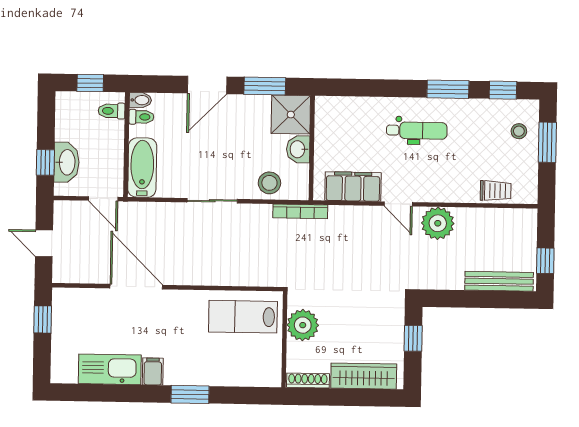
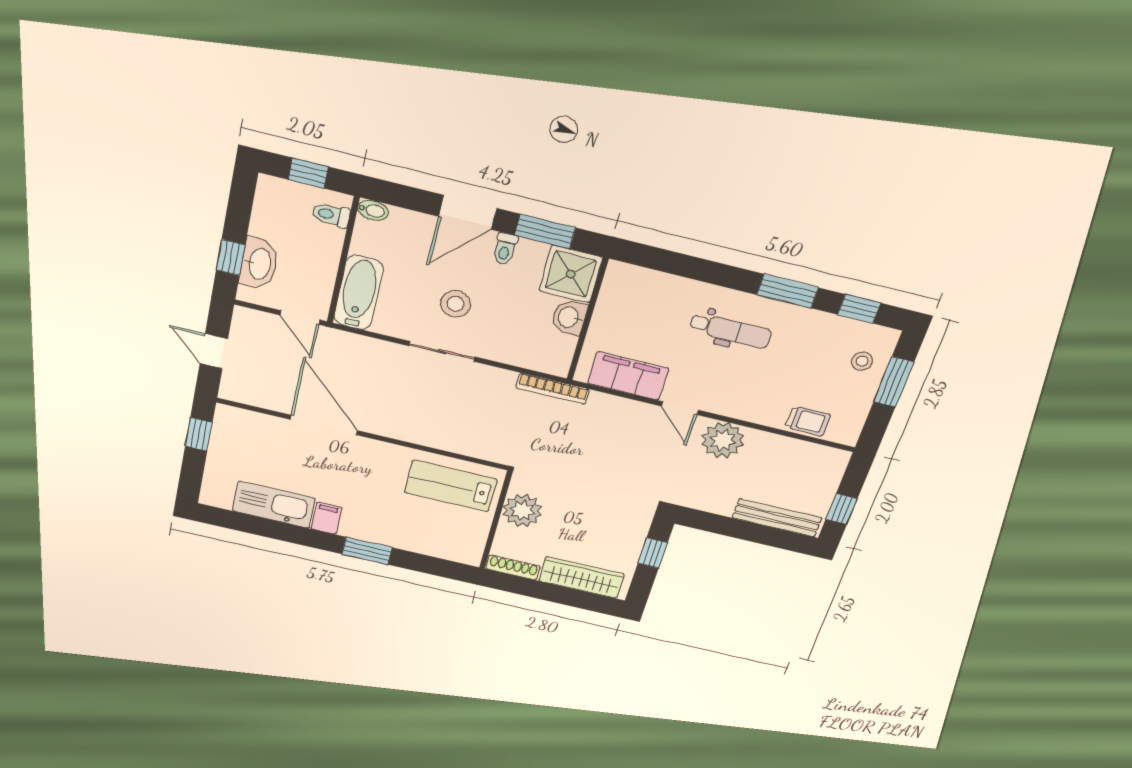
toilet: (141, 117) -> (505, 249), moved, turned 90
stool: (269, 183) -> (455, 304), moved

